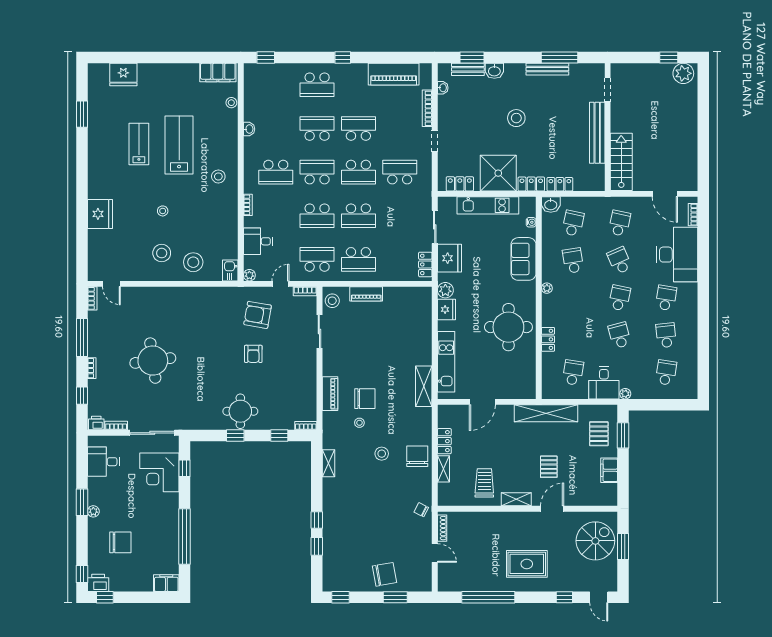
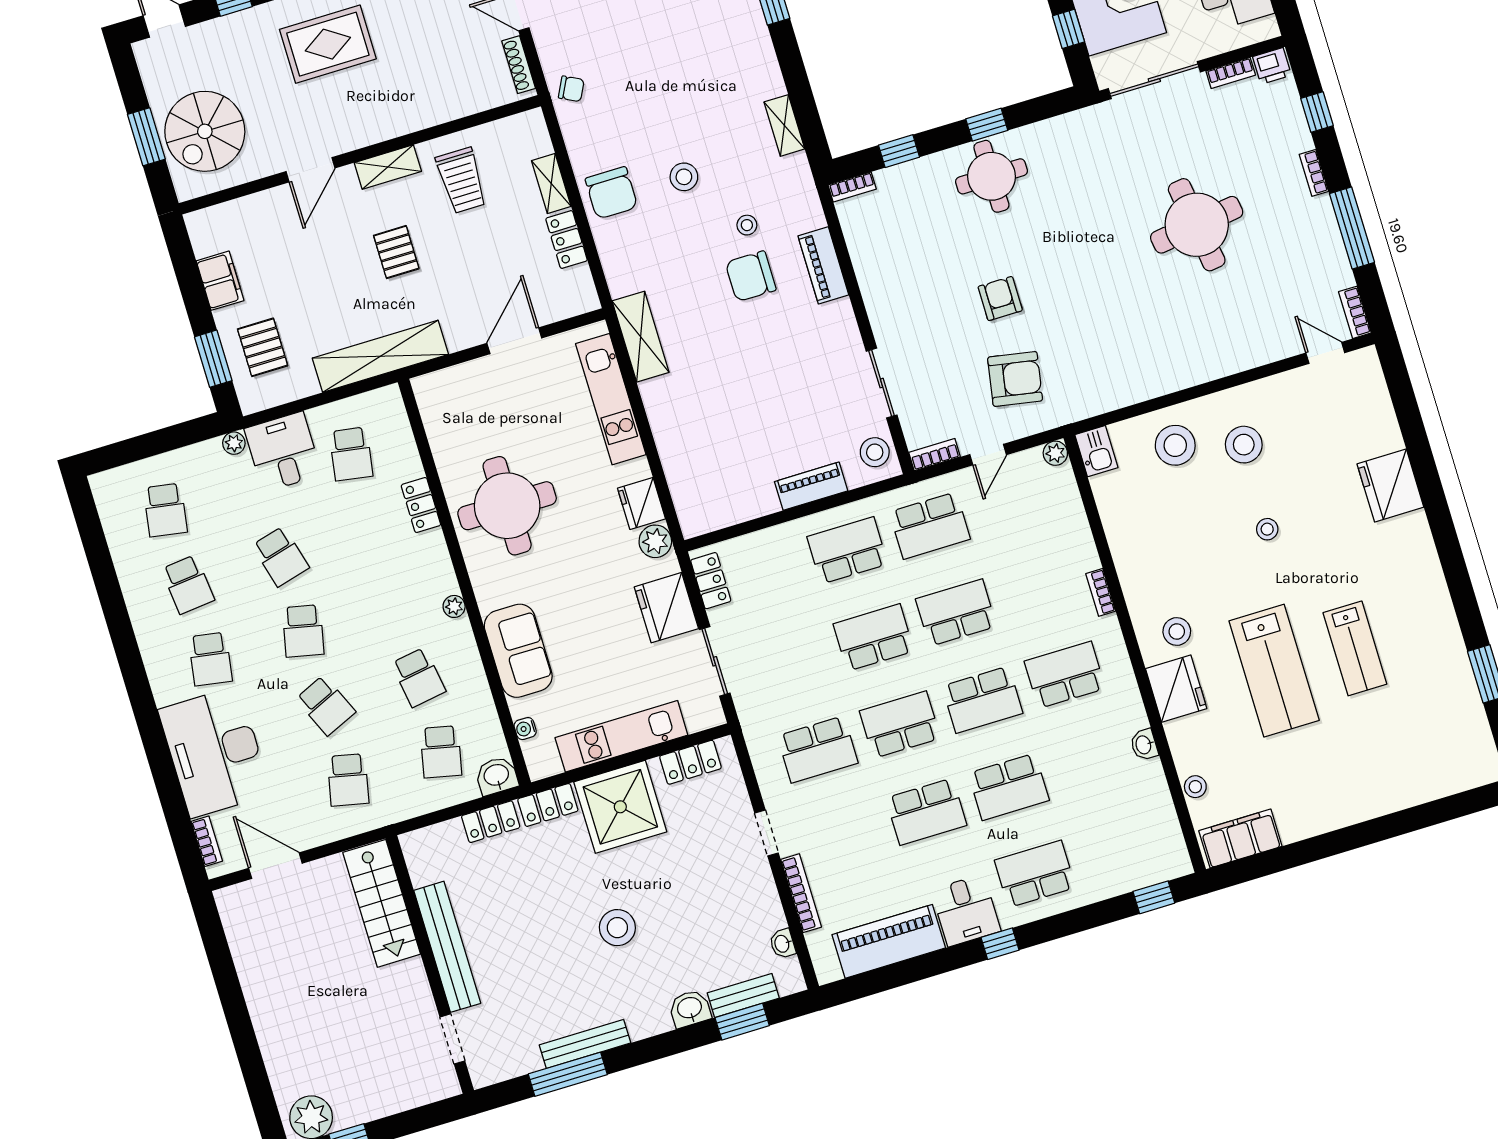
fridge: (123, 75) -> (1176, 689), moved, turned 90
desk: (258, 241) -> (966, 910), moved, turned 90
pallet: (549, 467) -> (396, 252), moved

